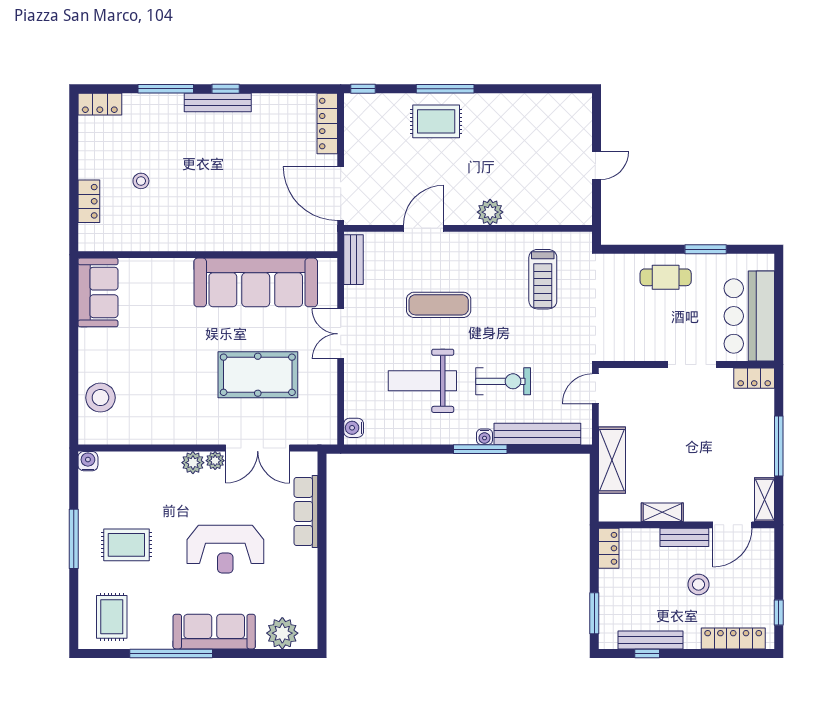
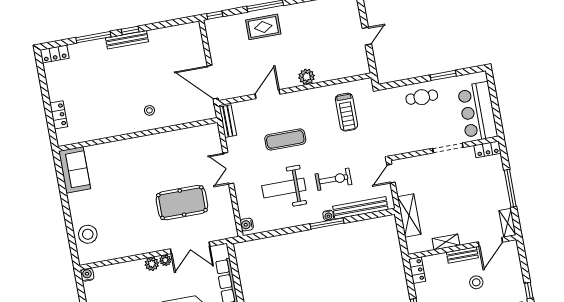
locker: (327, 124) -> (197, 40), removed
stool: (141, 181) -> (149, 110), moved
sofa: (256, 282) -> (170, 146), removed

